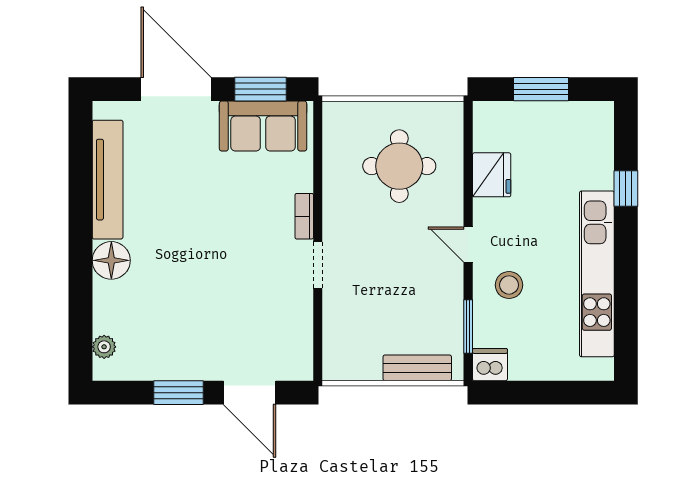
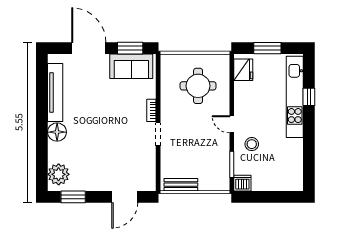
fridge: (492, 175) -> (243, 70), moved
kitchen unit: (597, 274) -> (295, 97), moved
plant: (104, 347) -> (59, 174), width x1.87, depth x1.87
bench: (417, 368) -> (181, 185), moved
window: (178, 393) -> (73, 197), moved
door: (250, 393) -> (125, 197), hinge flipped

